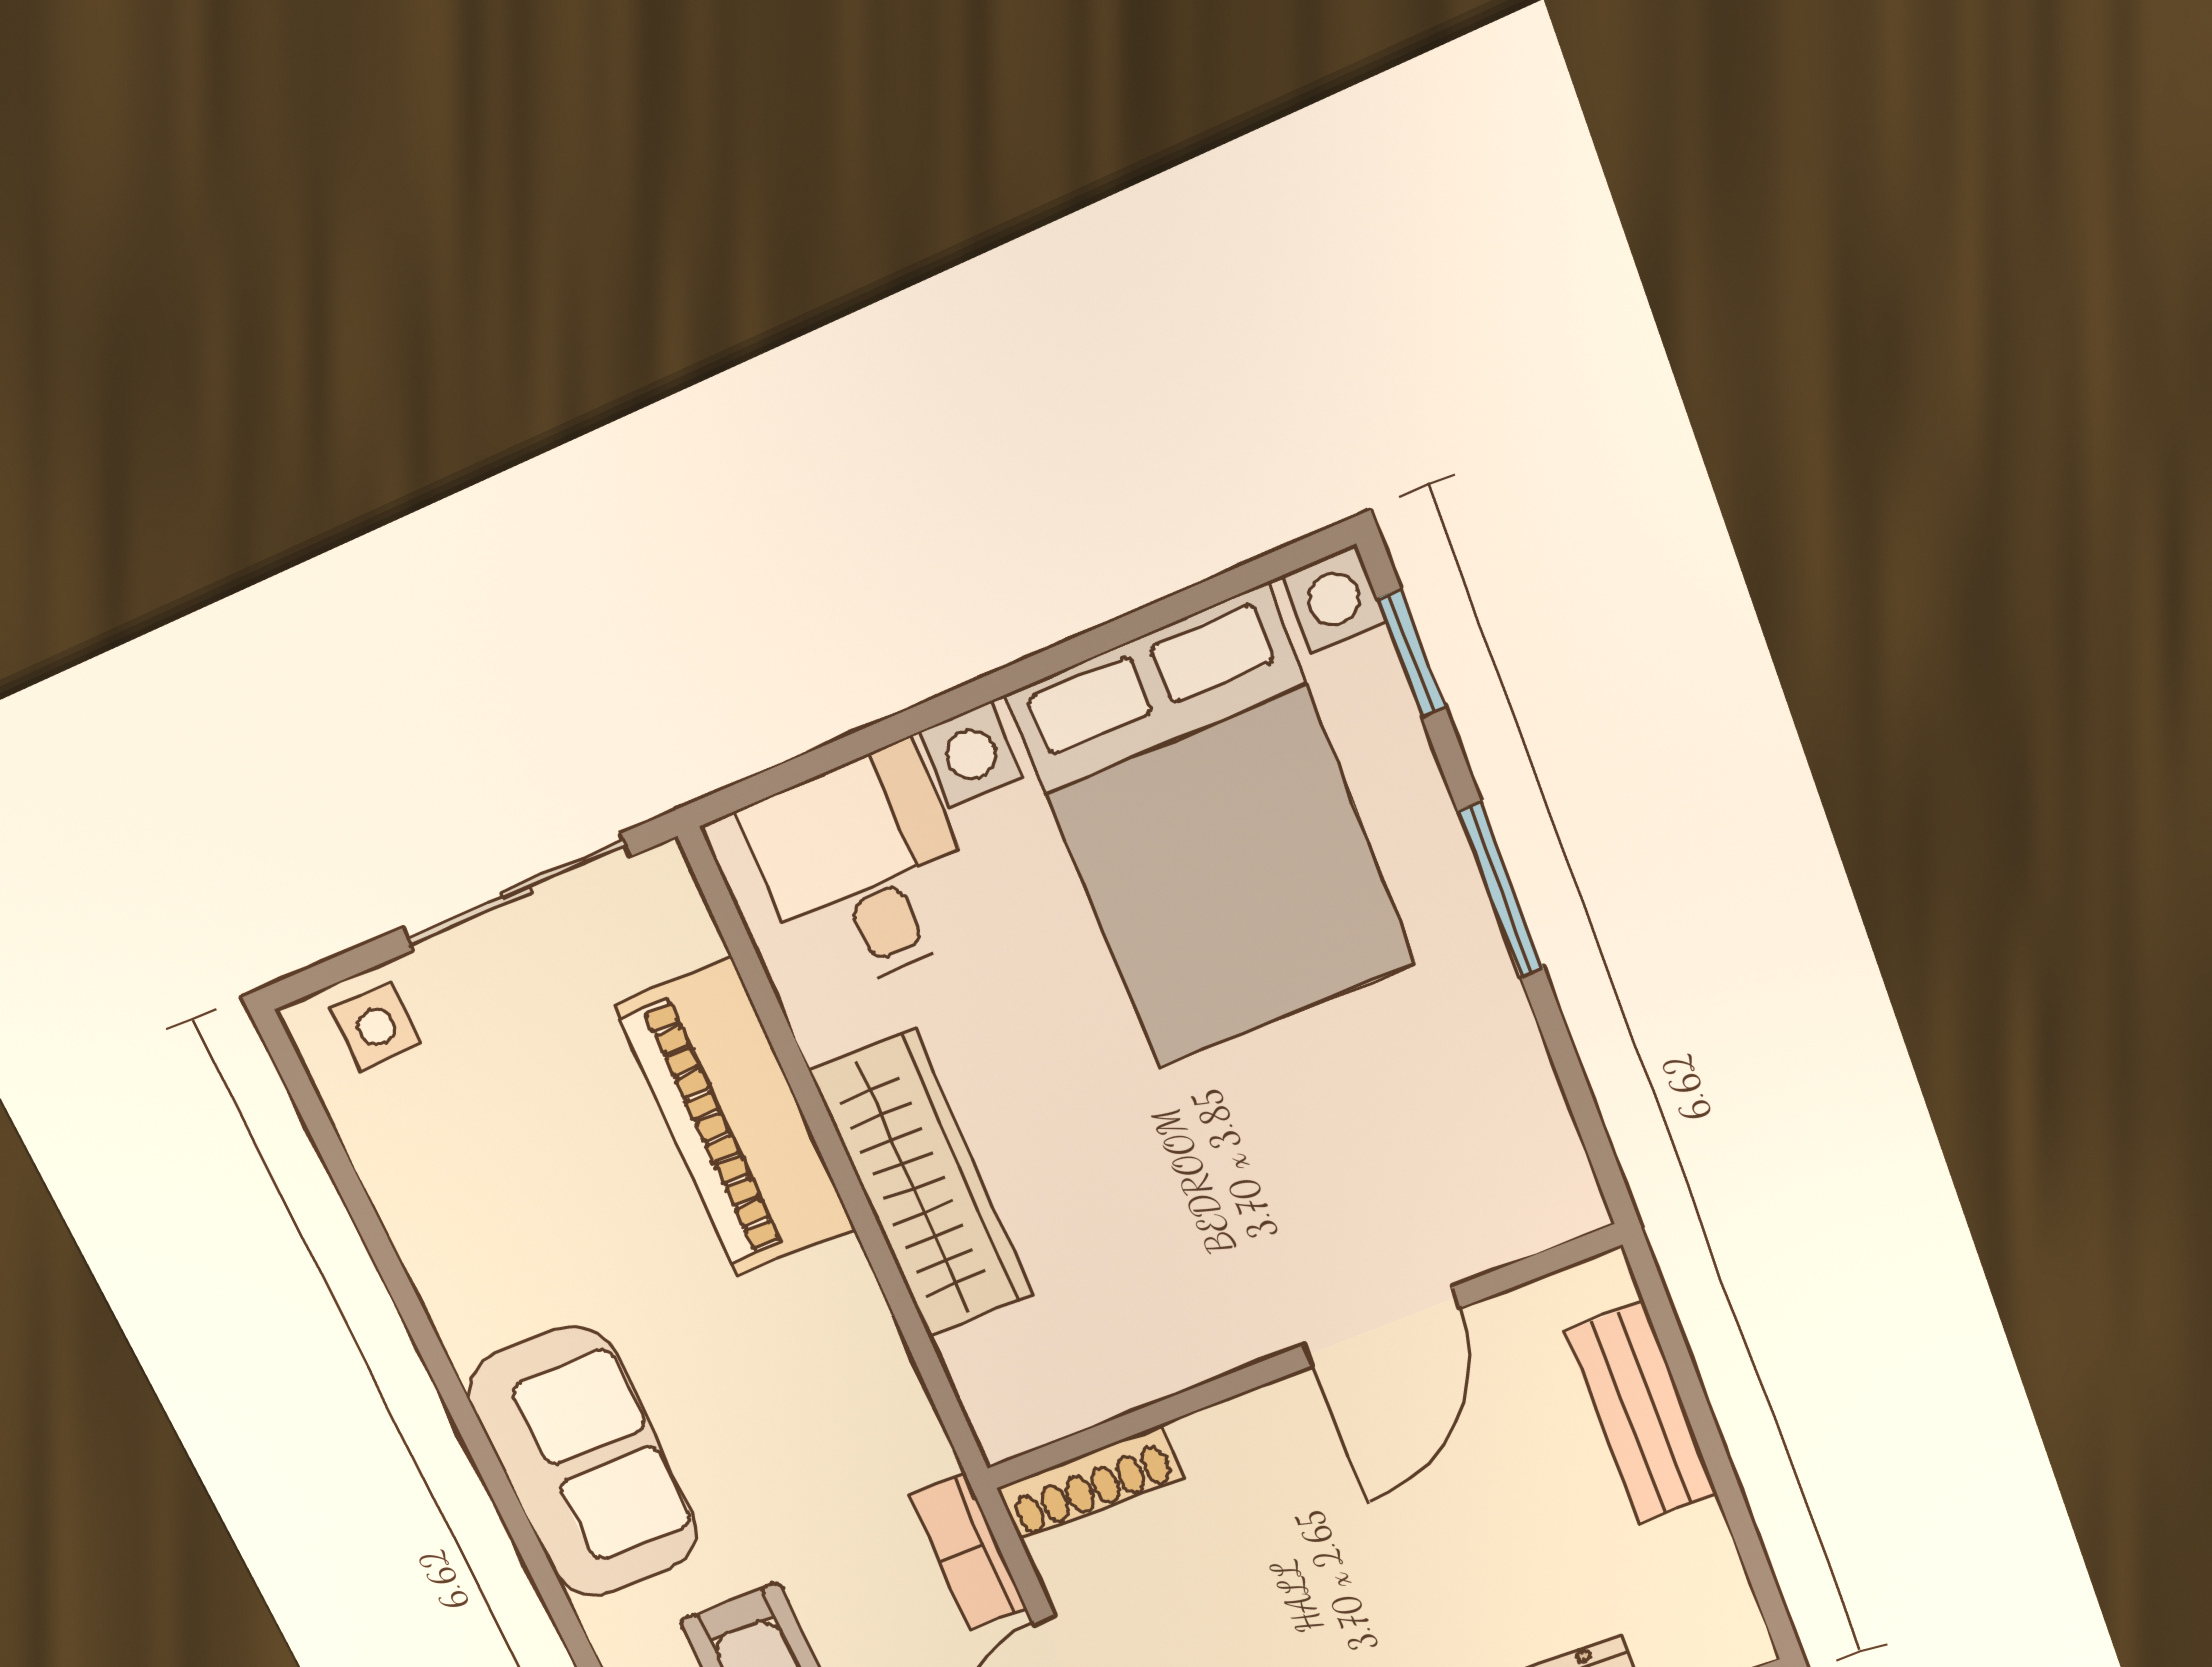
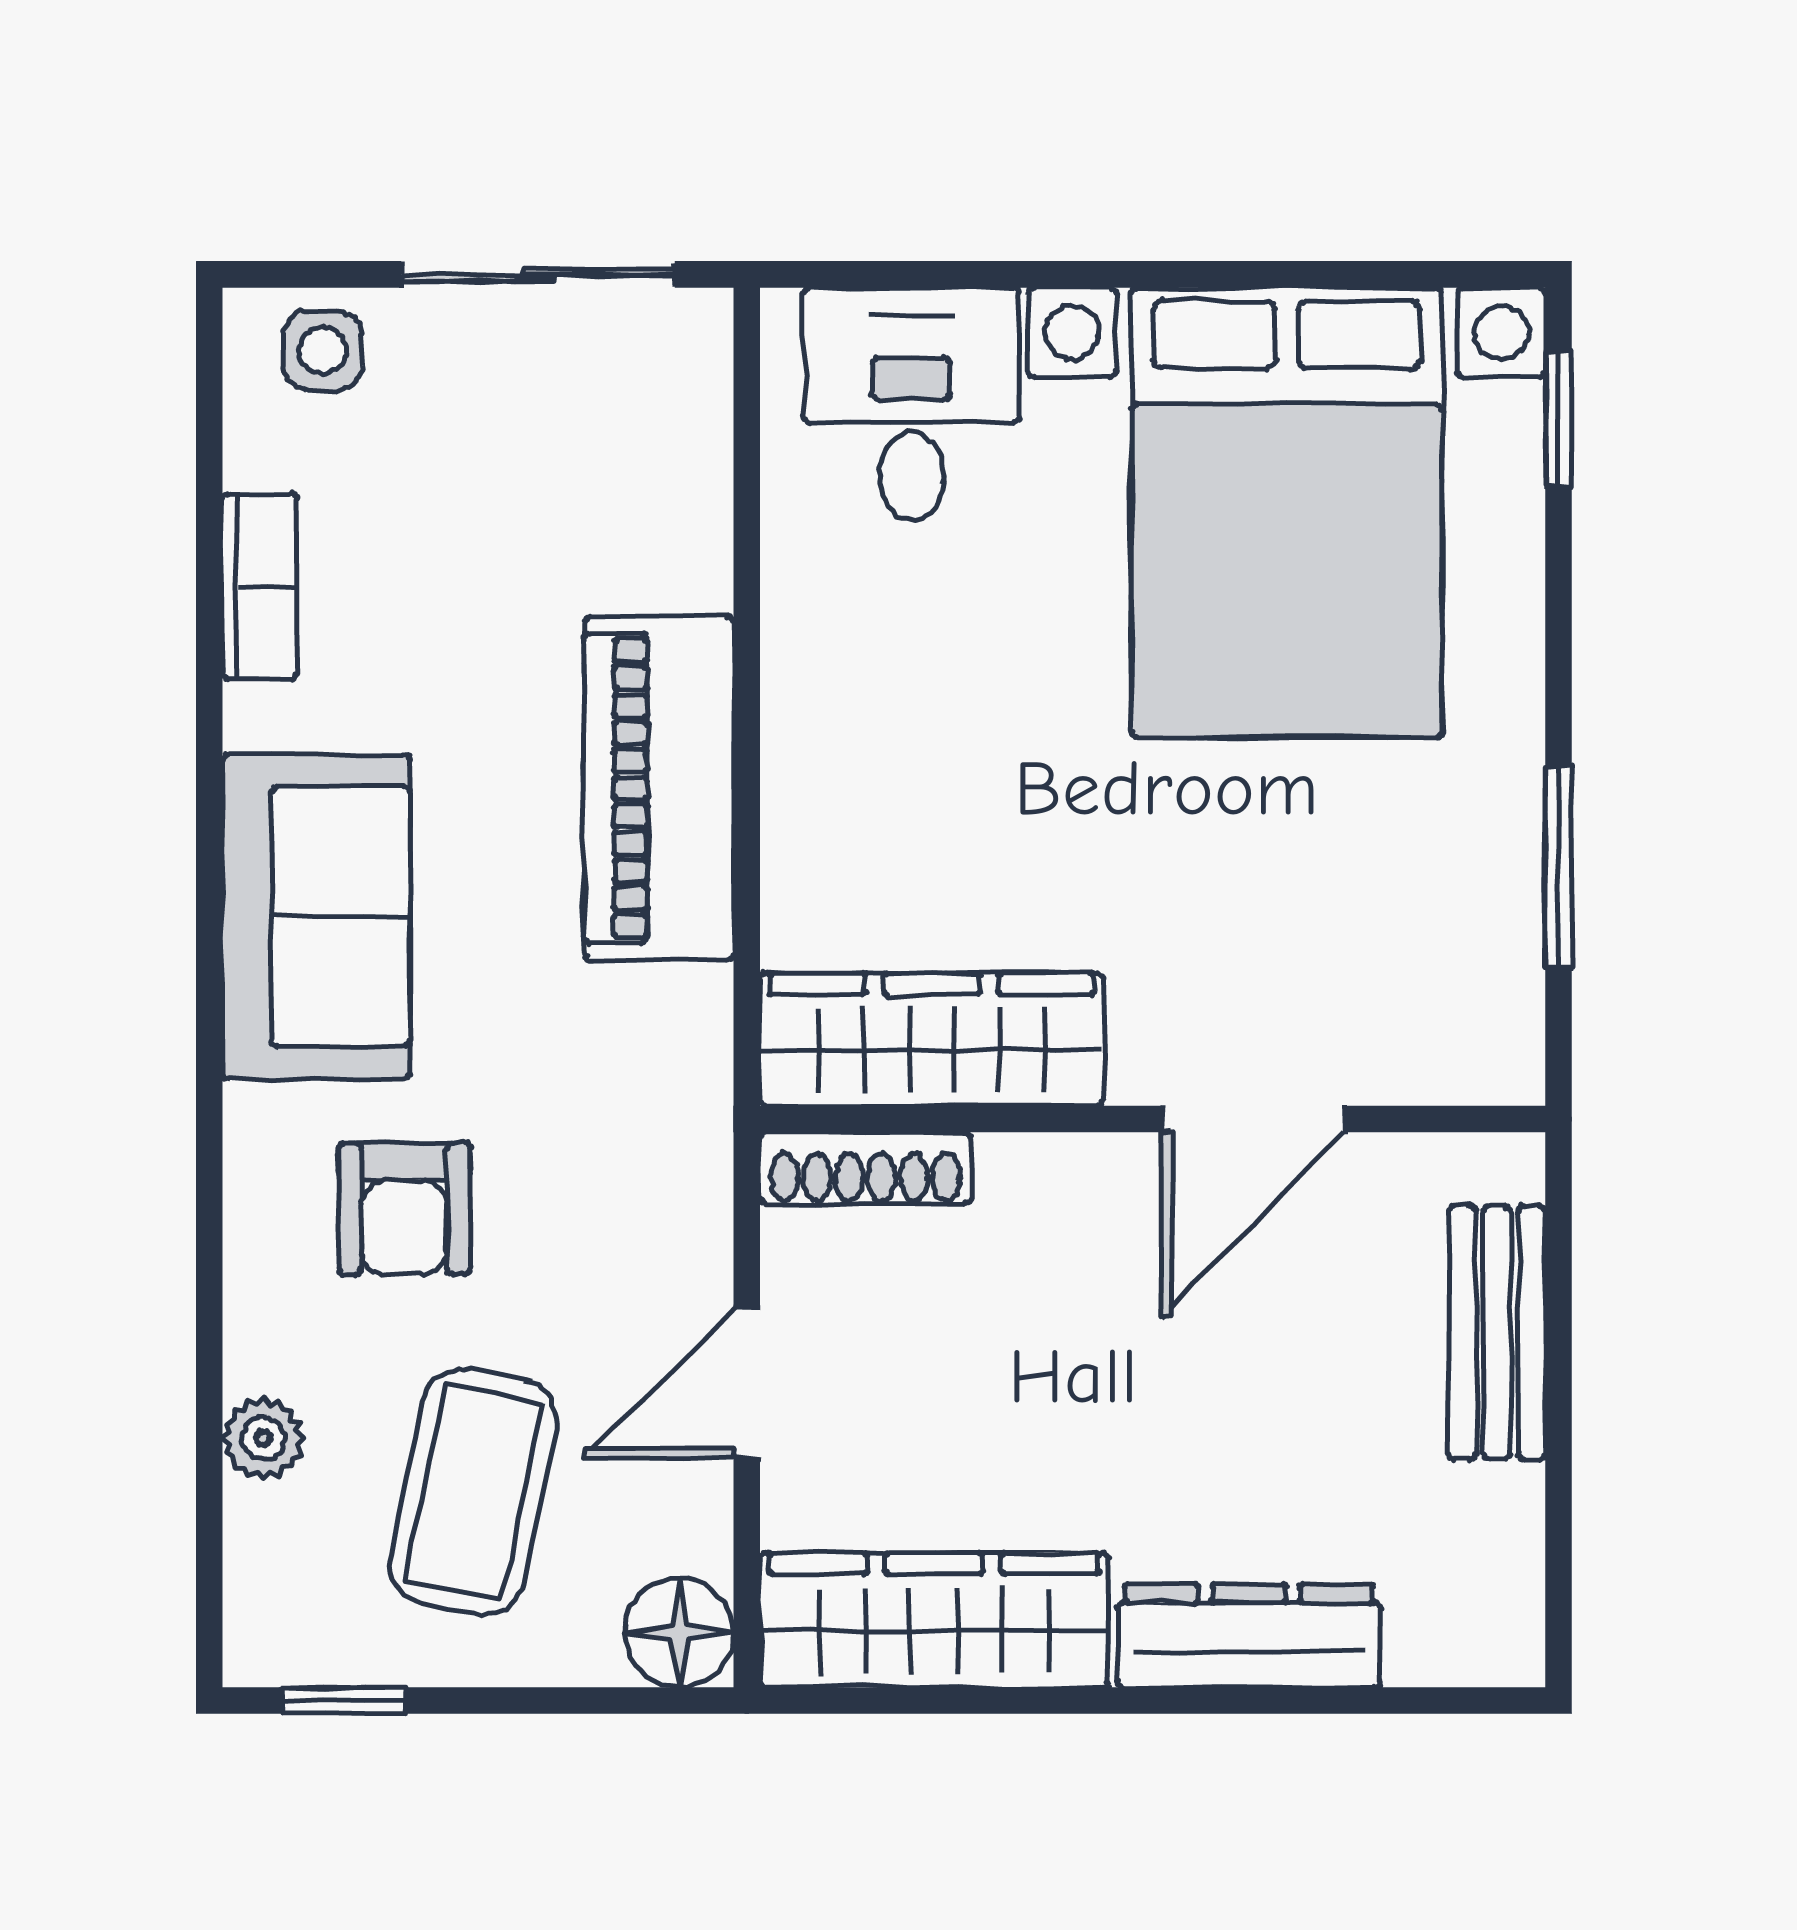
window: (1501, 890) -> (1559, 868), moved
piano: (735, 1118) -> (659, 788), moved
wardrobe: (922, 1184) -> (932, 1040), moved, turned -90
bookcase: (968, 1552) -> (260, 586), moved, turned 180

